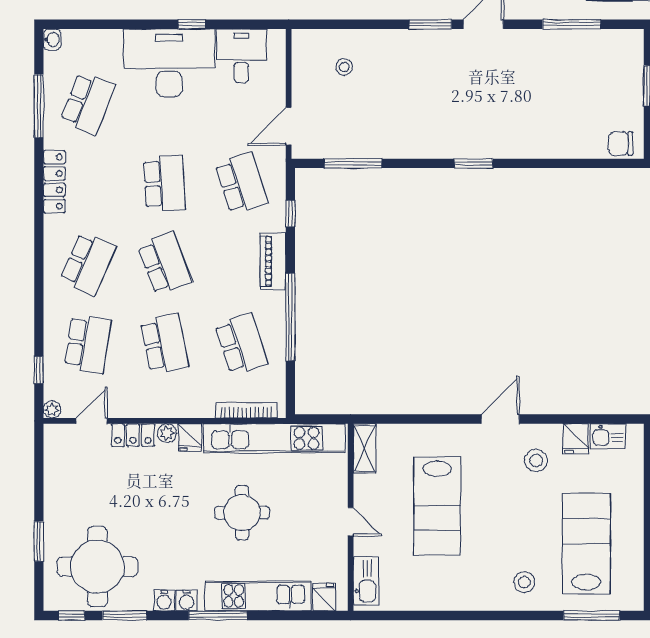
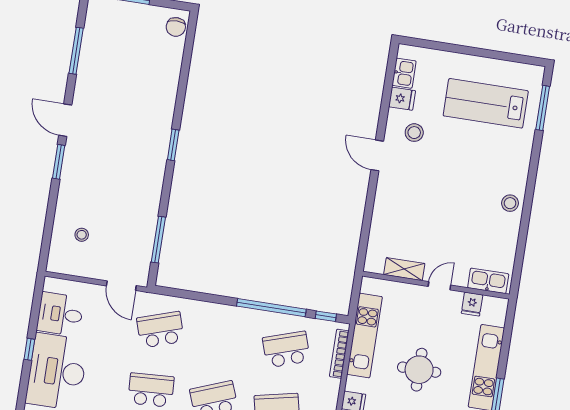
window: (290, 214) -> (326, 316), moved
piano: (273, 261) -> (225, 314), removed
kitchen unit: (274, 438) -> (364, 336), width x0.73
shelving: (364, 448) -> (404, 269), moved
lab bench: (437, 506) -> (438, 216), removed
stool: (524, 582) -> (510, 203), moved
fridge: (324, 597) -> (472, 304), moved, turned -90

